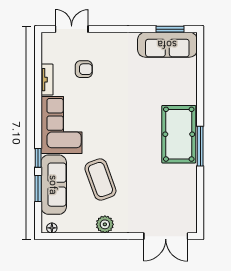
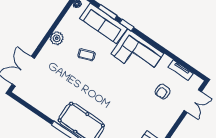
tv unit: (47, 80) -> (181, 70), moved
coffee table: (100, 180) -> (87, 55), width x0.54, depth x0.58

